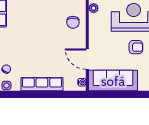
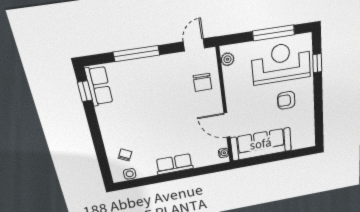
armchair: (136, 47) -> (286, 100), turned 180
row of seats: (42, 84) -> (174, 164), width x0.68

